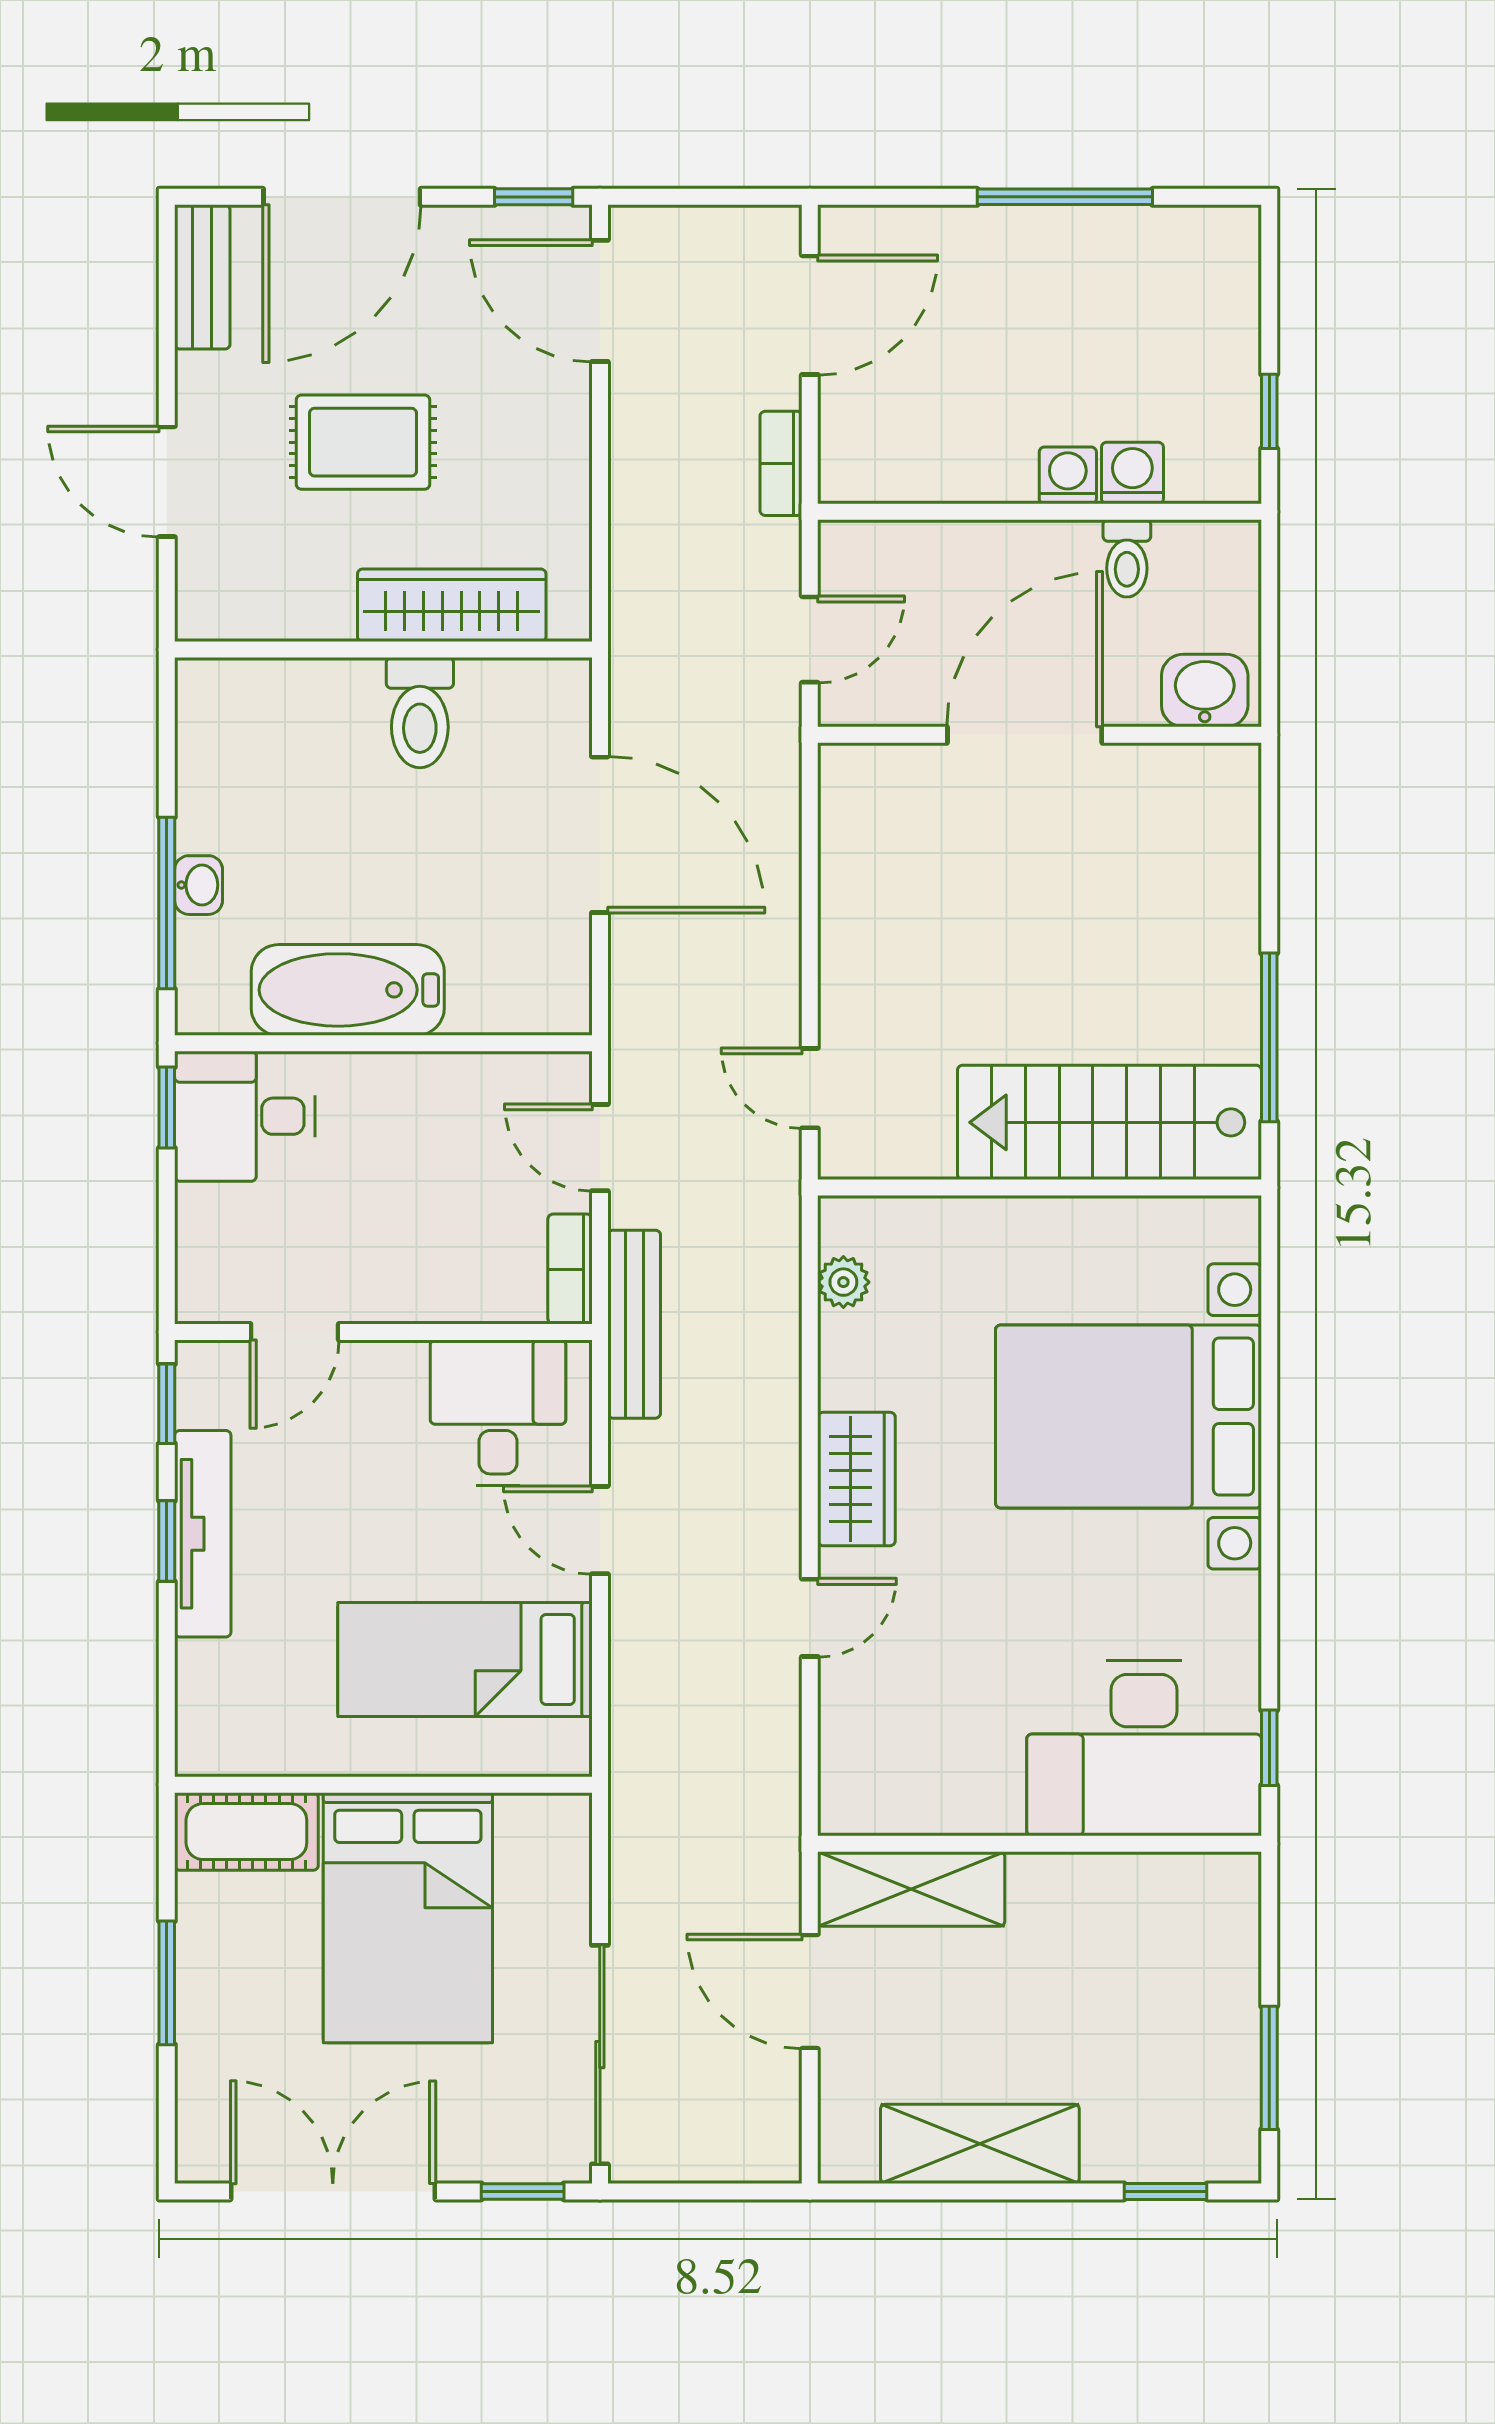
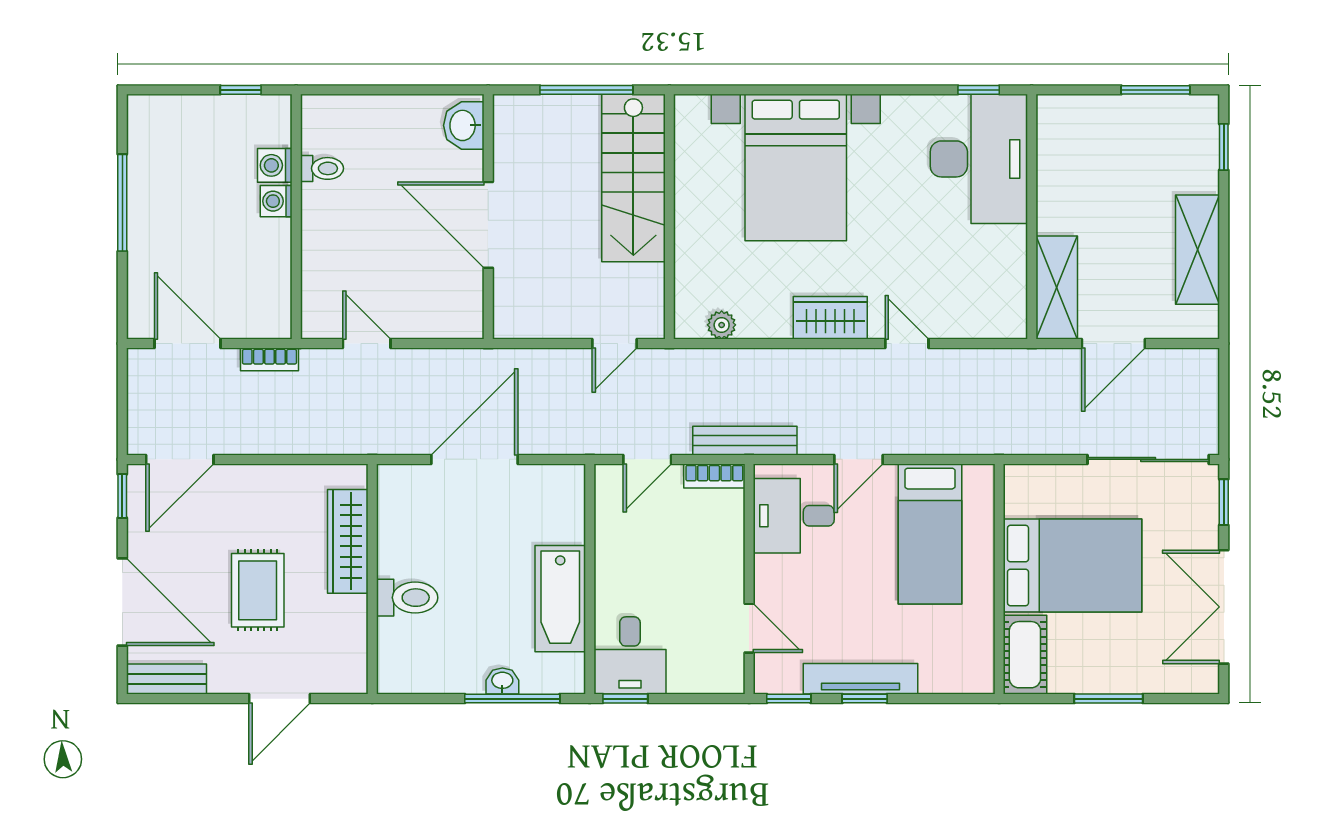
washbasin: (1205, 691) -> (464, 125), moved
toilet: (420, 713) -> (407, 598), moved
door: (1025, 735) -> (488, 225), moved
wall: (1040, 735) -> (488, 217), moved

